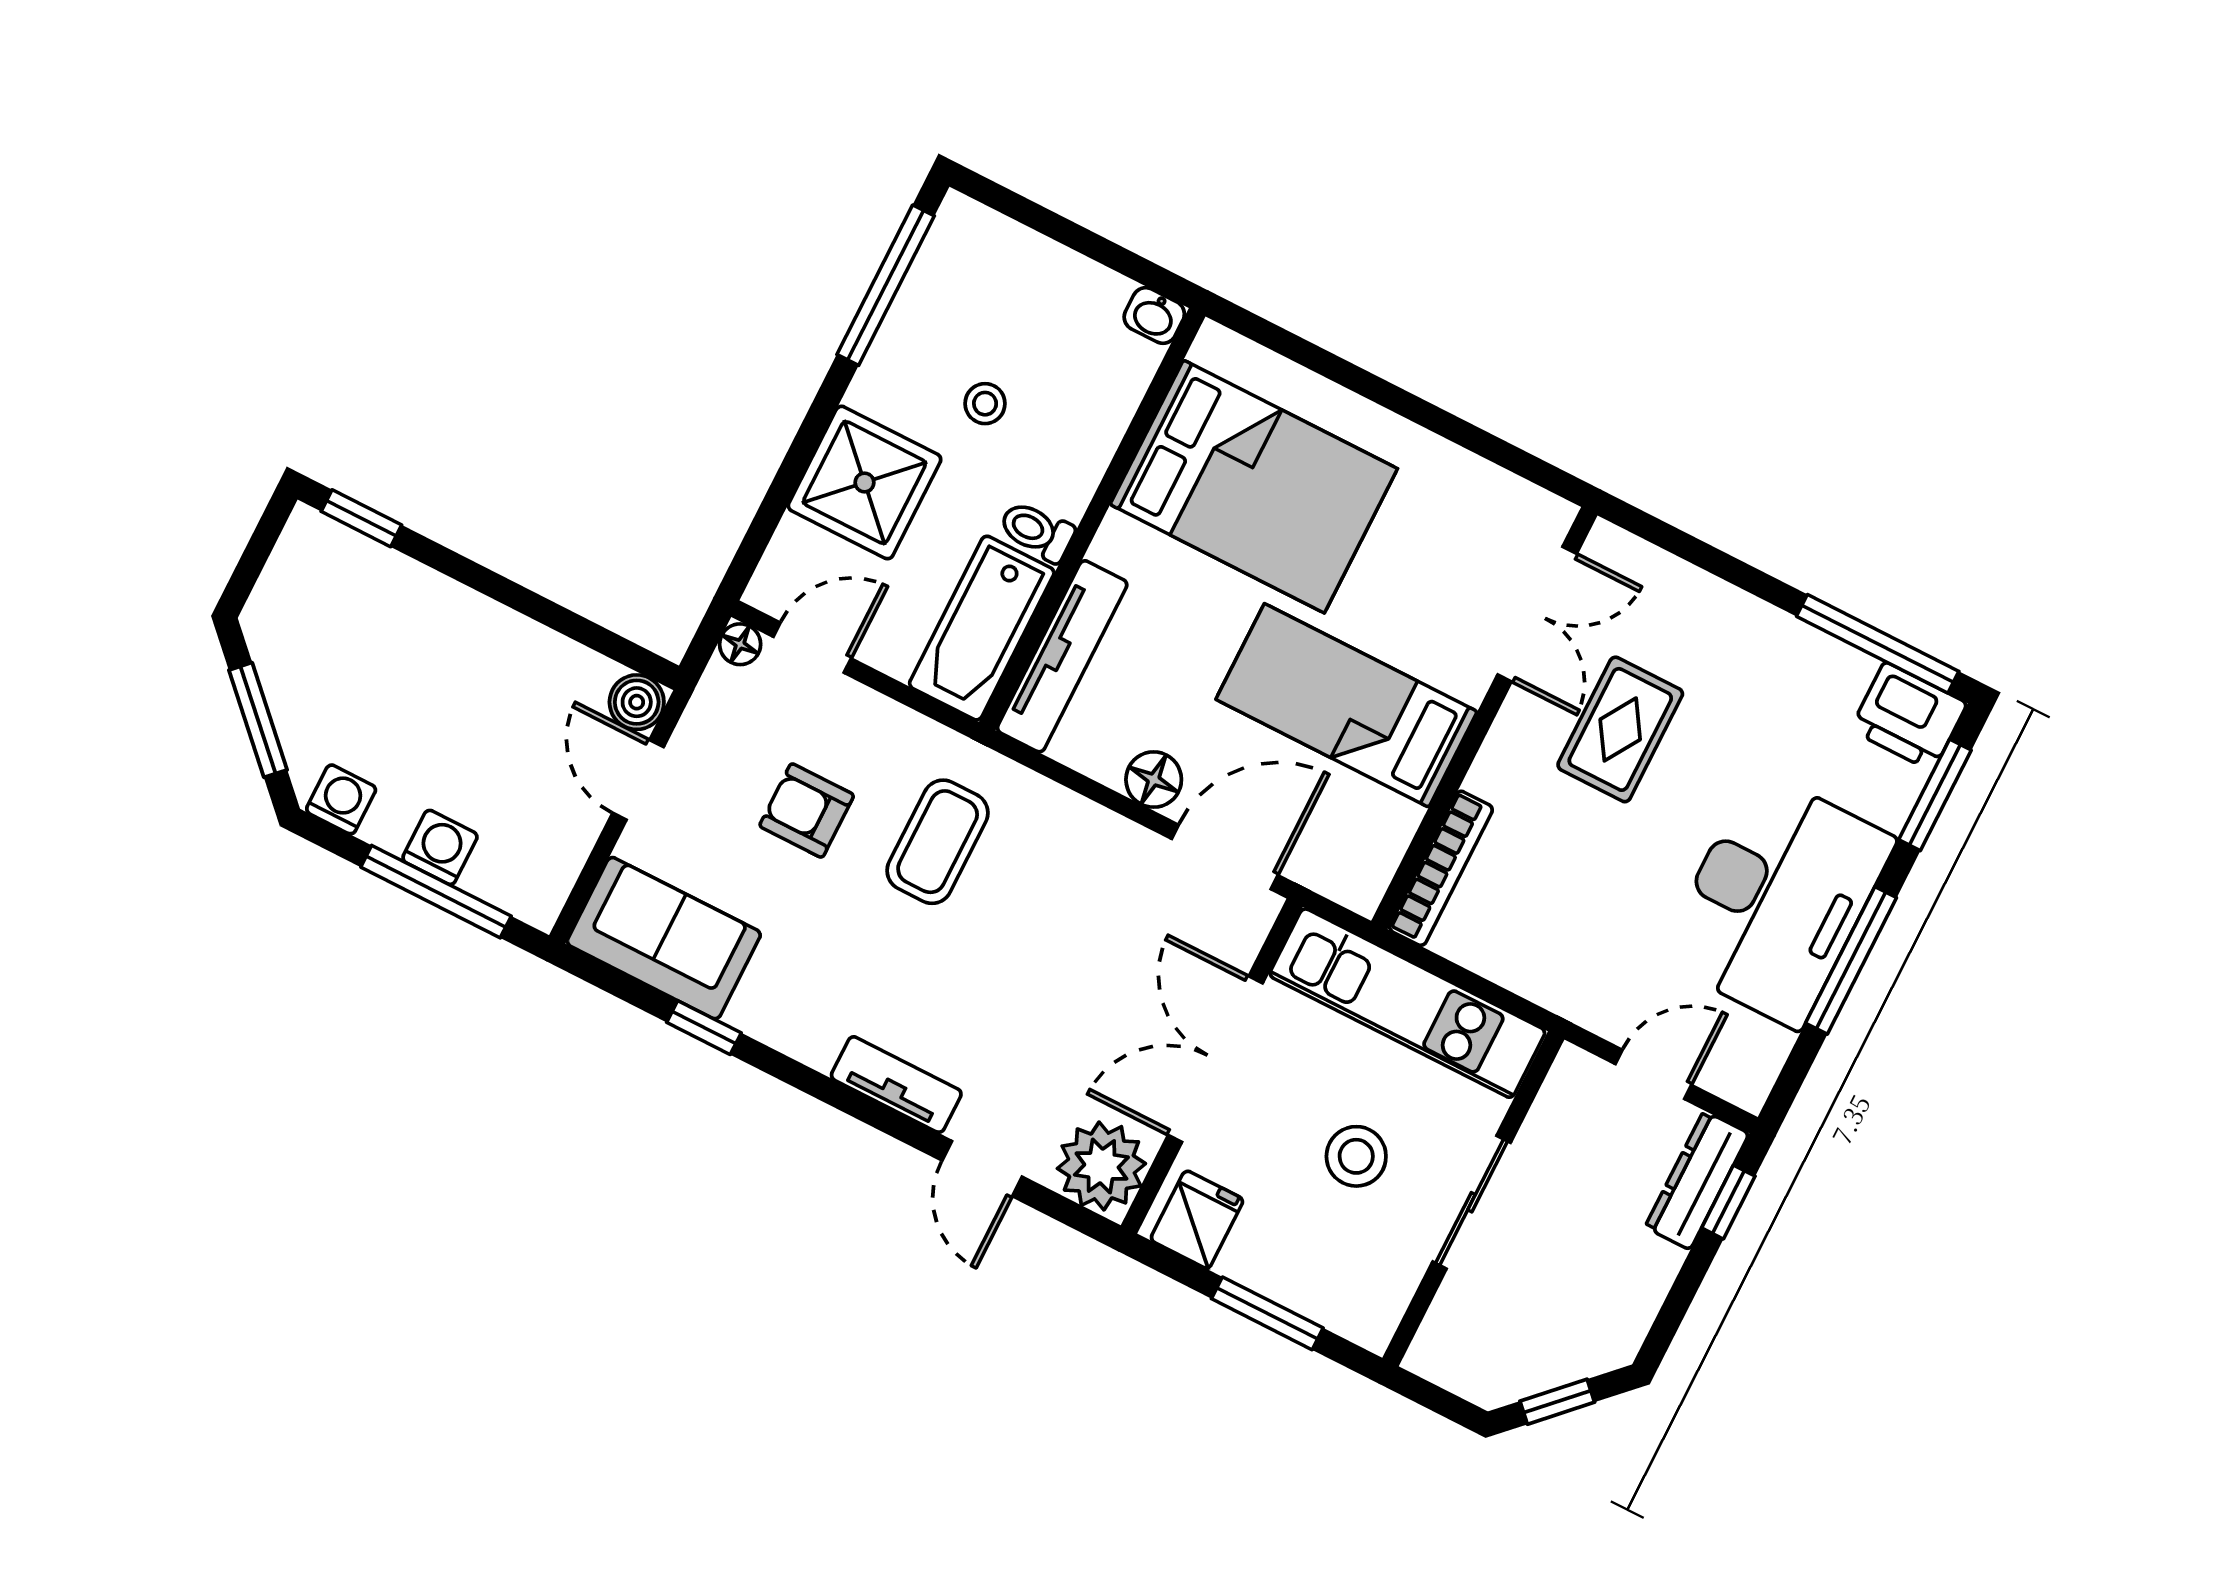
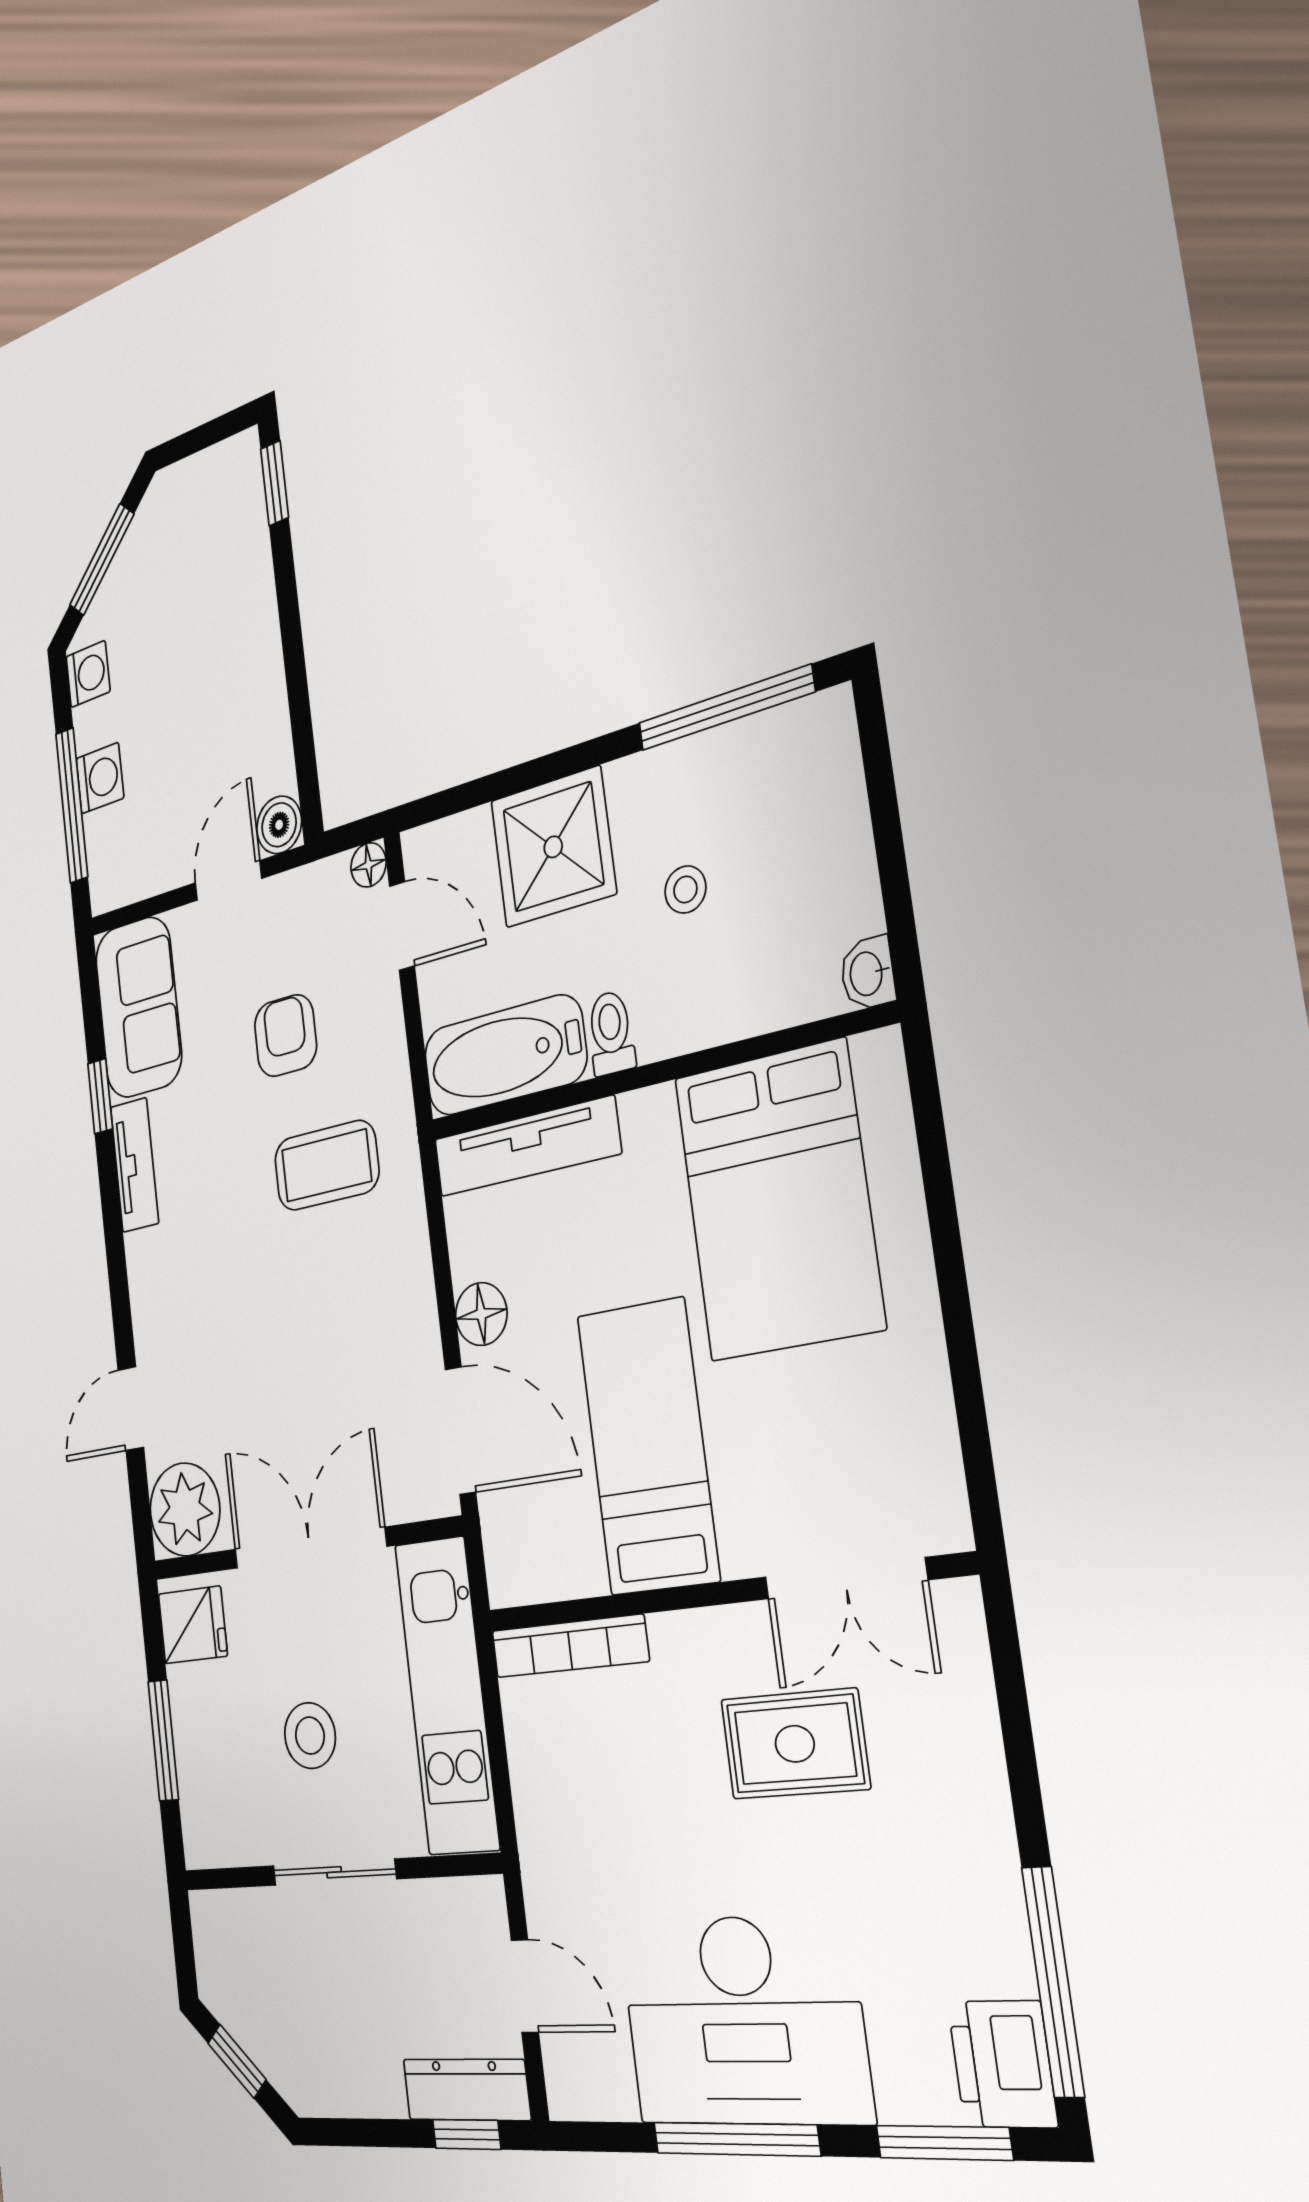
tv unit: (896, 1085) -> (135, 1165), moved

